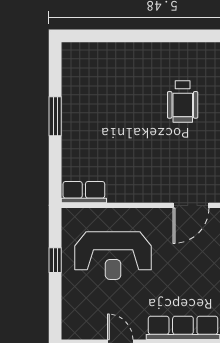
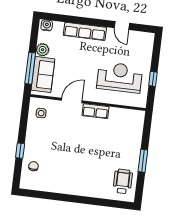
wheelchair: (183, 102) -> (123, 181), moved
row of seats: (84, 192) -> (95, 111), moved

